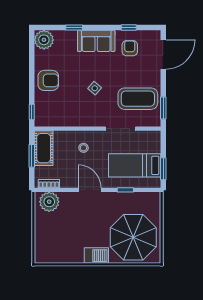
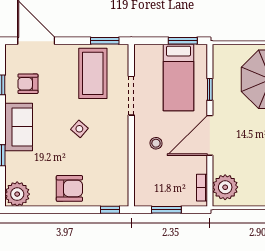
armchair: (48, 80) -> (69, 188), turned 90
cot: (44, 148) -> (156, 194), removed
door: (90, 190) -> (210, 135), width x1.36

